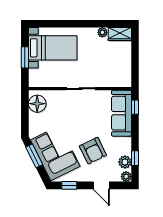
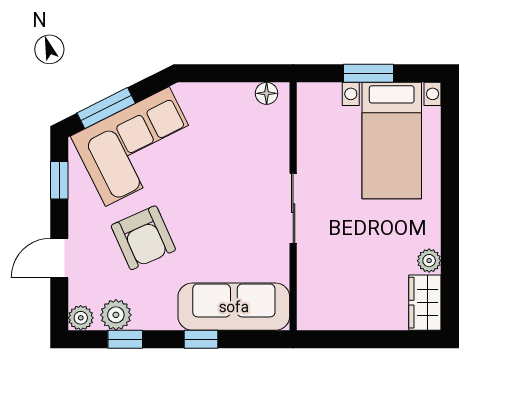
floor lamp: (37, 104) -> (267, 93), width x0.53, depth x0.53
window: (135, 107) -> (201, 339), moved
armchair: (93, 151) -> (143, 238), turned -88
window: (34, 156) -> (106, 108), moved

